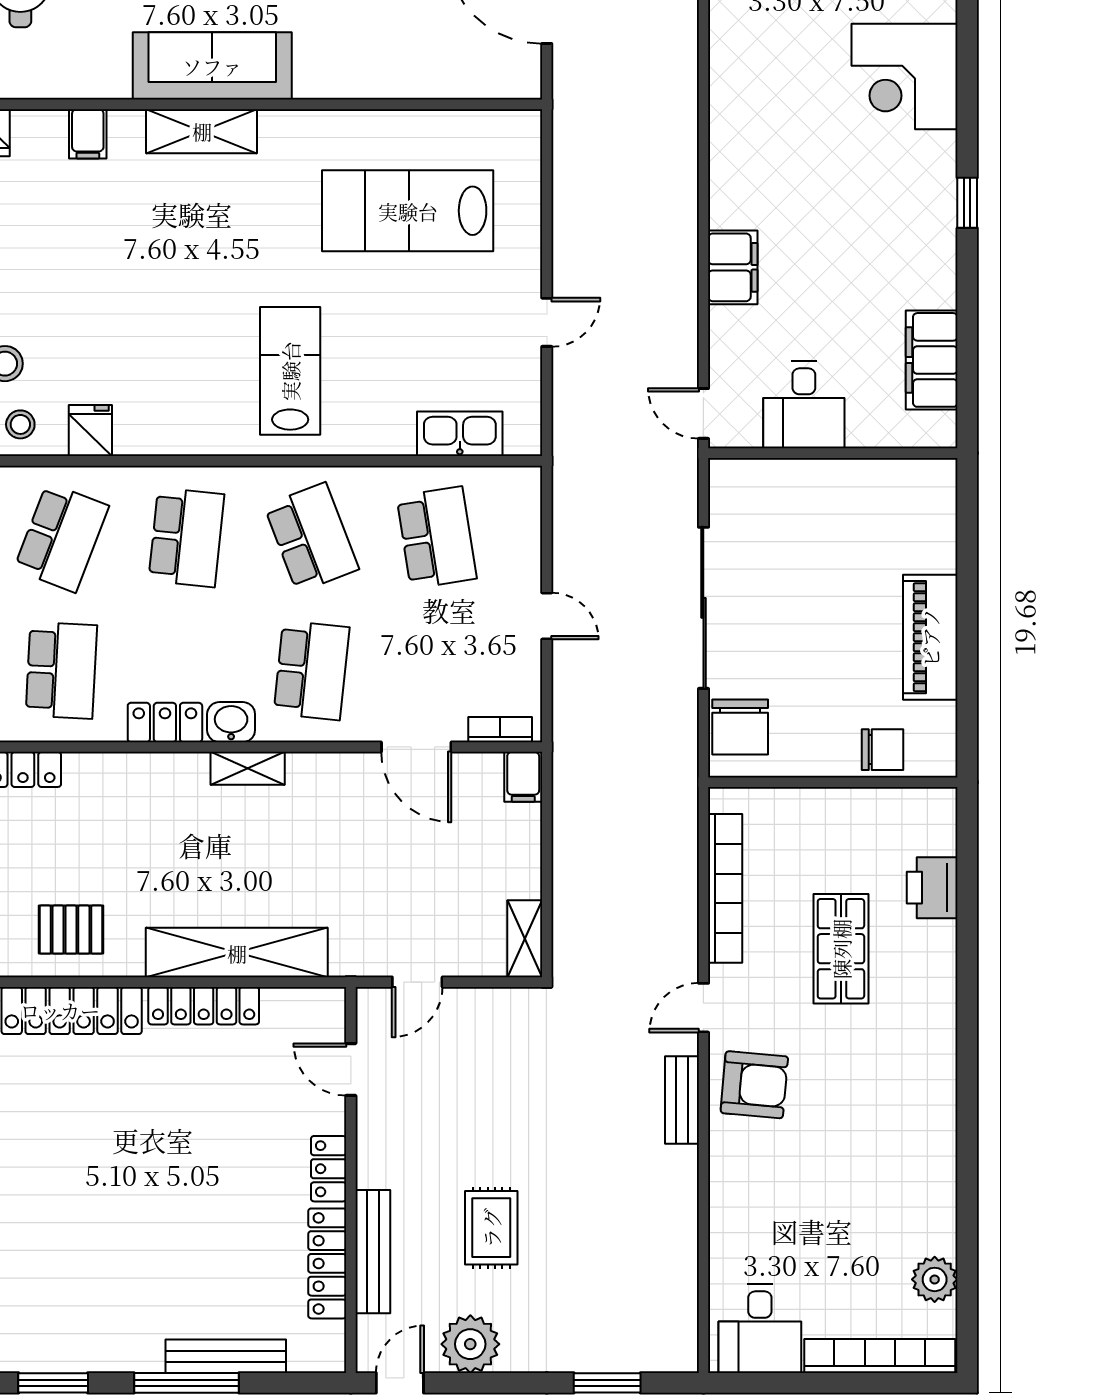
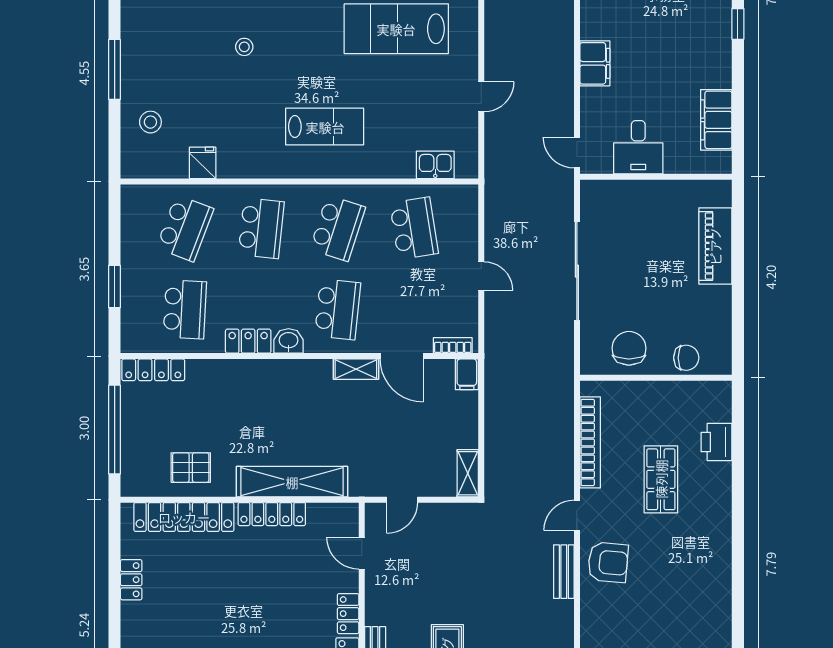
lab bench: (290, 371) -> (325, 127), turned 90
stool: (20, 424) -> (244, 47), moved
kitchen sink: (460, 434) -> (435, 165), width x0.73
school desk: (311, 537) -> (338, 228), turned 39
piano: (930, 637) -> (715, 246), moved
chair: (740, 727) -> (629, 348), moved, turned 180
shelving: (248, 768) -> (356, 369), moved

